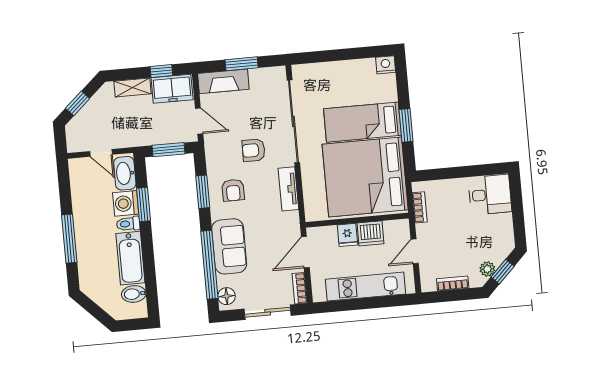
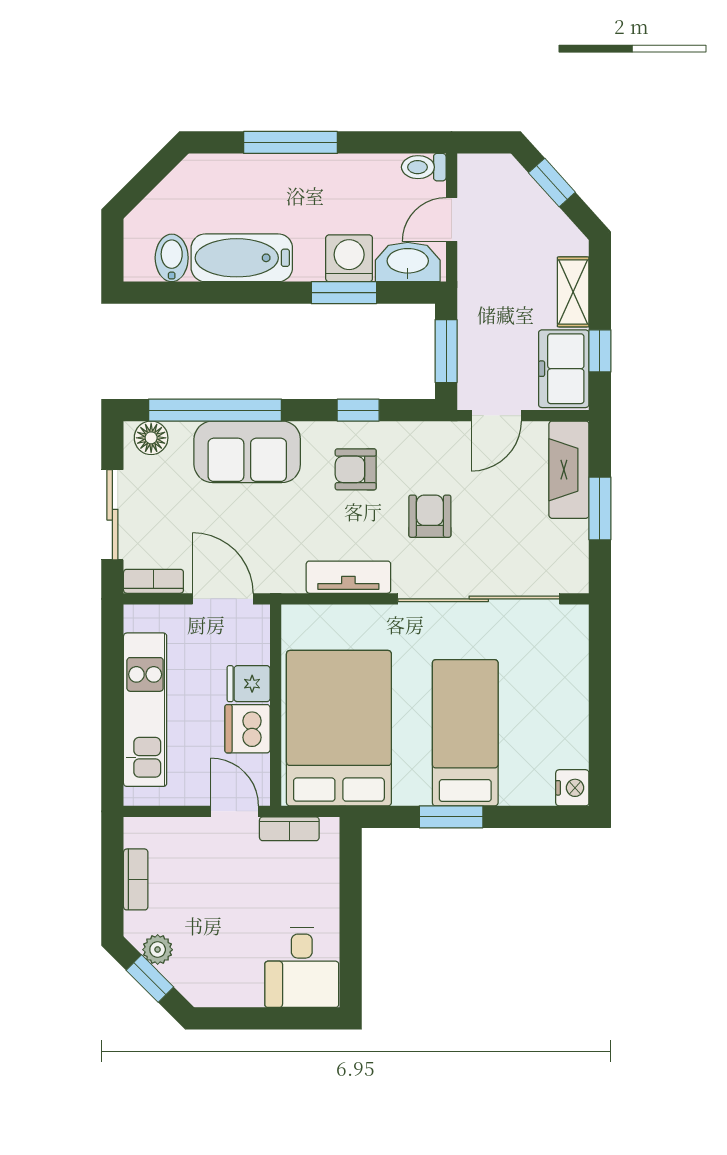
bed: (365, 177) -> (339, 728), width x0.73
window: (203, 192) -> (358, 410), width x0.67
toilet: (128, 224) -> (424, 167), moved, turned -90
door: (415, 251) -> (235, 811), moved

